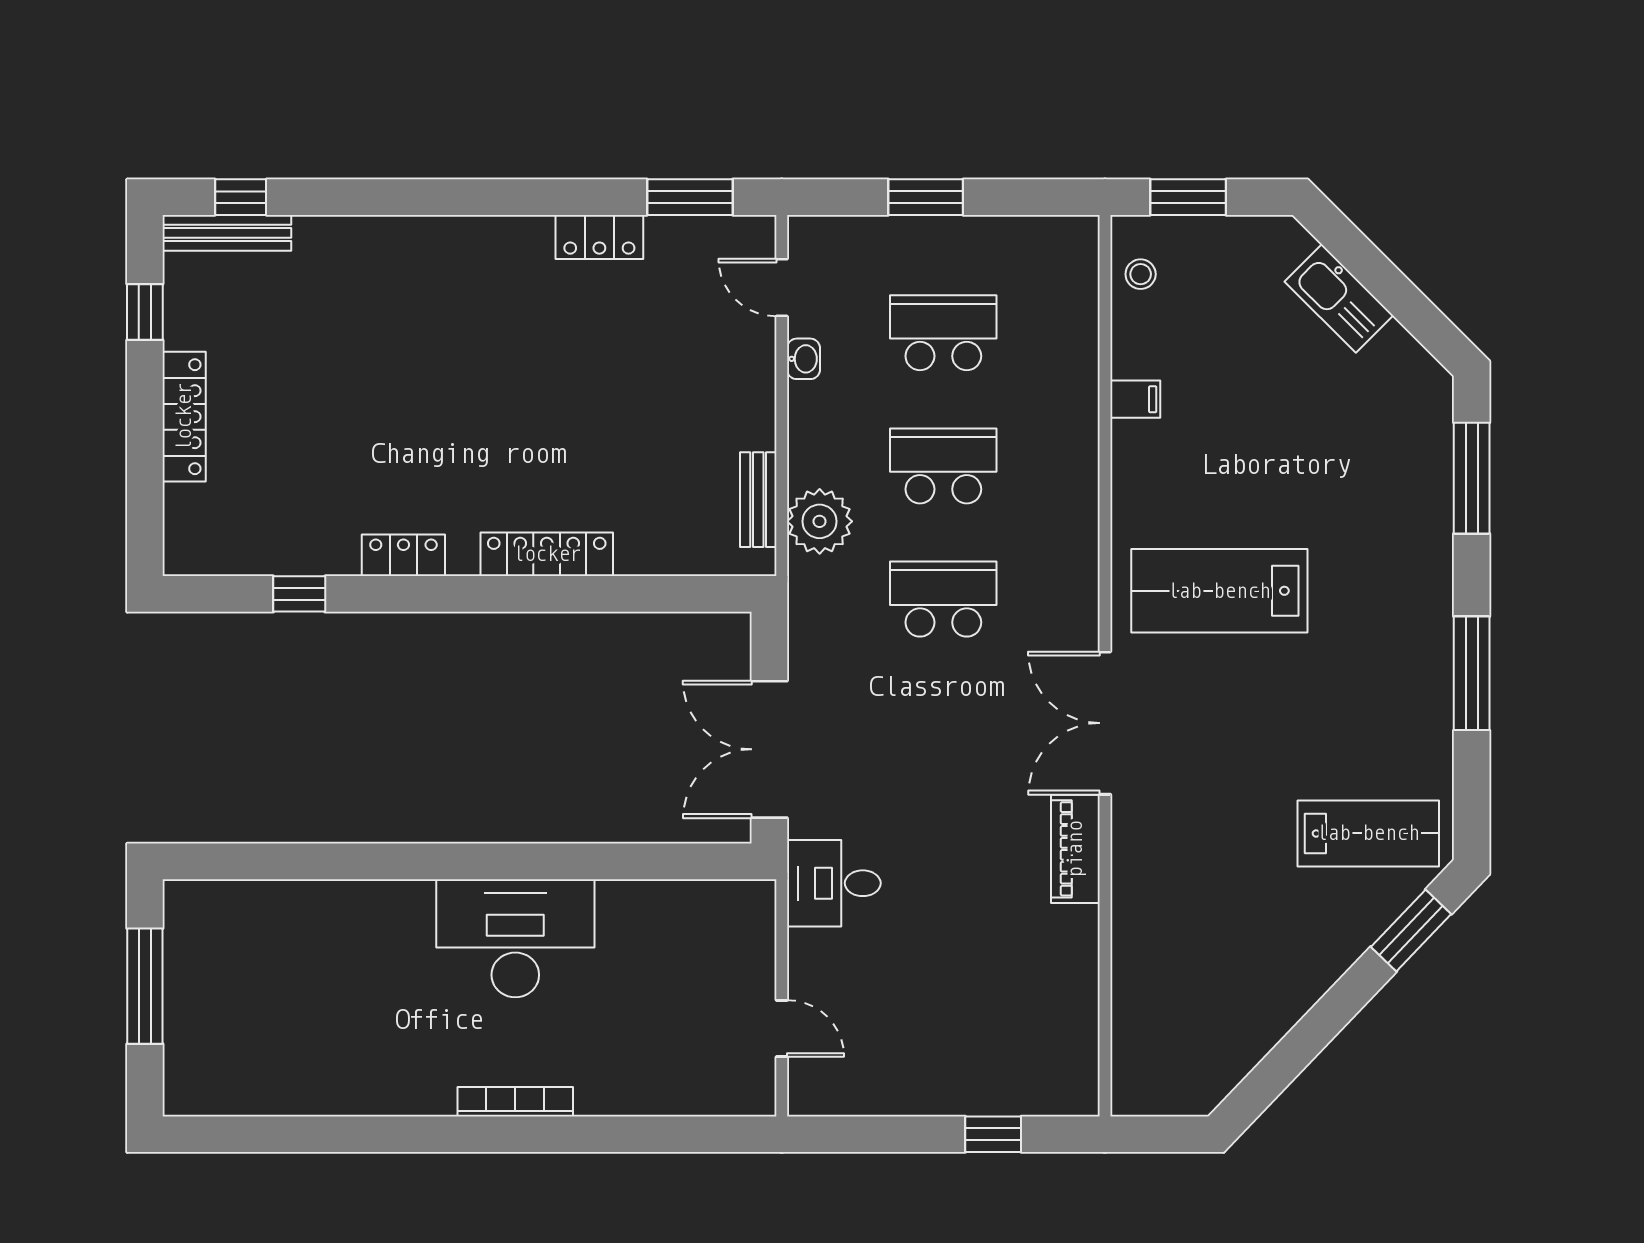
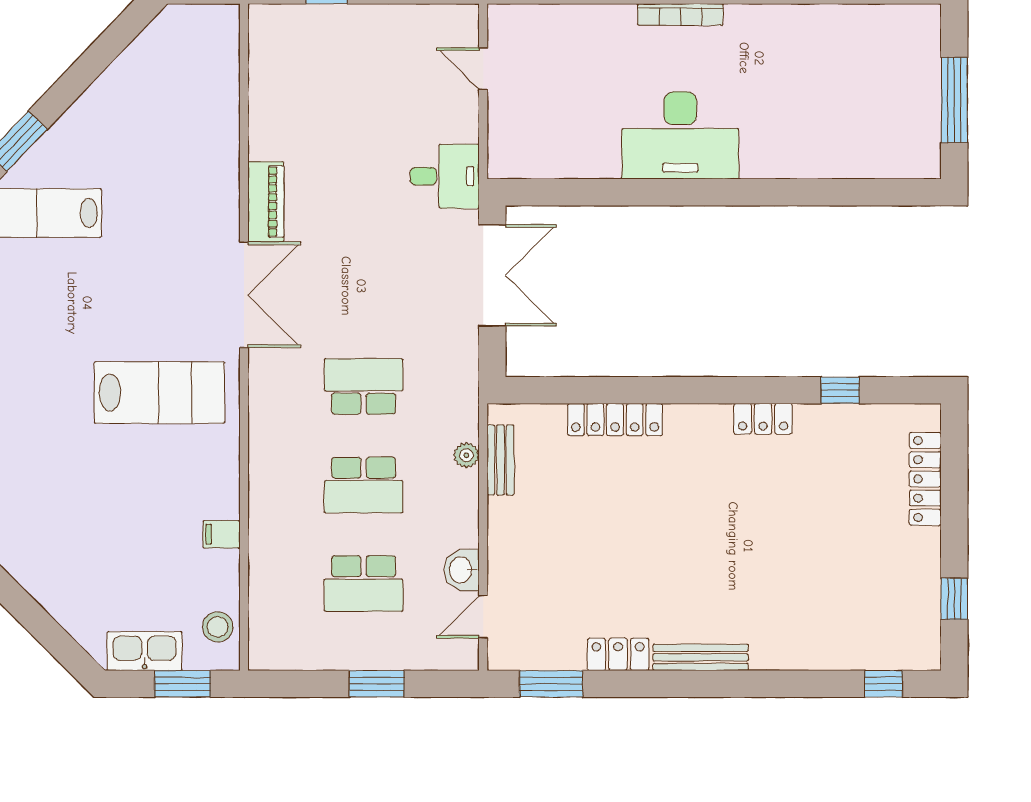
bench: (227, 233) -> (701, 657), moved
stool: (1141, 274) -> (218, 627), width x1.37, depth x1.37
door: (782, 288) -> (483, 617), swing flipped
kitchen sink: (1339, 298) -> (144, 651), moved, turned -45
washbasin: (803, 359) -> (462, 570), width x1.38, depth x1.45
locker: (184, 417) -> (925, 479), moved
plant: (820, 521) -> (466, 455), width x0.53, depth x0.53
locker: (547, 554) -> (615, 420), moved
school desk: (943, 599) -> (364, 386), turned 180

